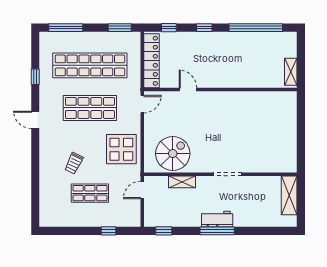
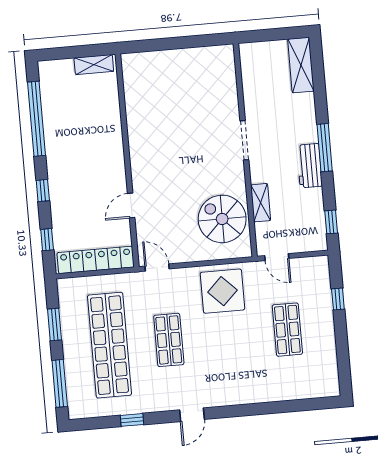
window: (120, 28) -> (55, 325), moved
shop shelf: (90, 108) -> (169, 340), width x0.70, depth x0.74
trolley: (74, 163) -> (248, 356), removed
shelving: (289, 195) -> (301, 65), moved, turned 90
workbench: (217, 219) -> (309, 166), moved

